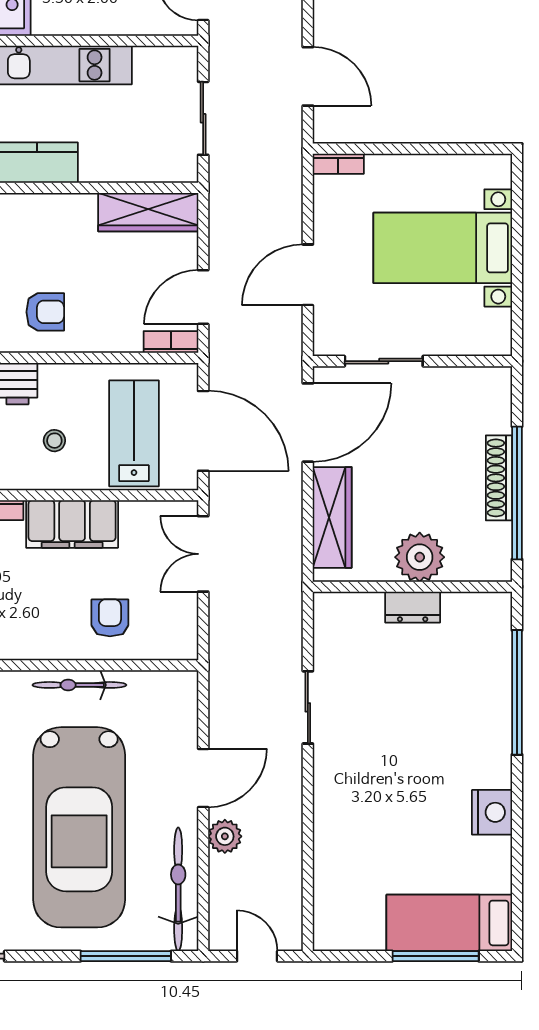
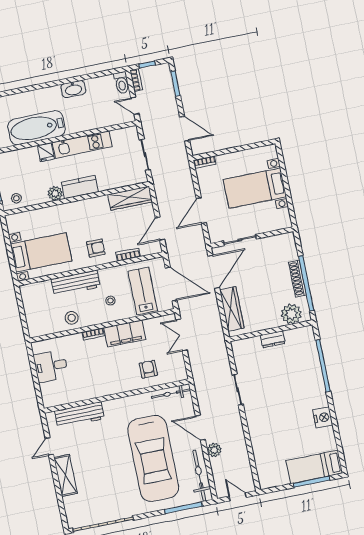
bookcase: (171, 342) -> (128, 255), moved
plant: (420, 557) -> (291, 314), moved
bicycle: (79, 685) -> (171, 394), moved
door: (203, 778) -> (200, 428), swing flipped

